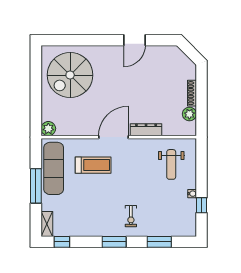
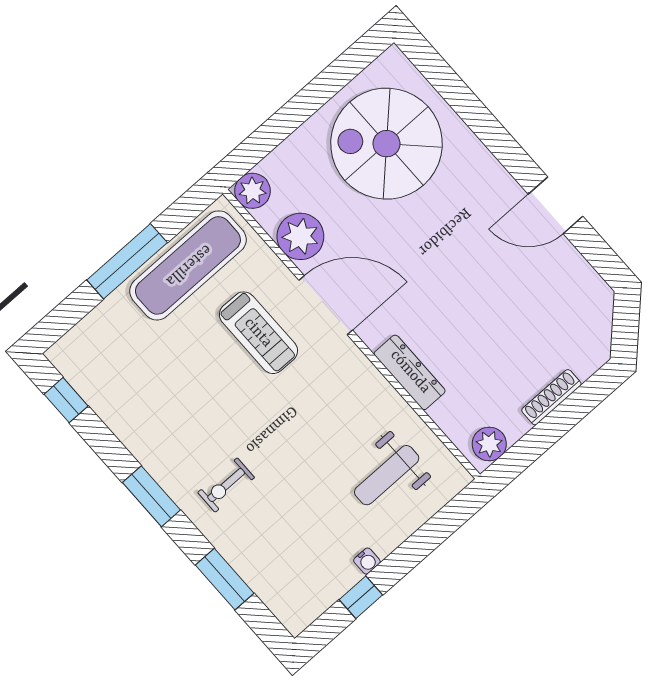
plant: (189, 114) -> (489, 444), moved
plant: (75, 126) -> (300, 236), added
door: (113, 137) -> (326, 305), moved
shelving: (47, 224) -> (75, 343), removed

